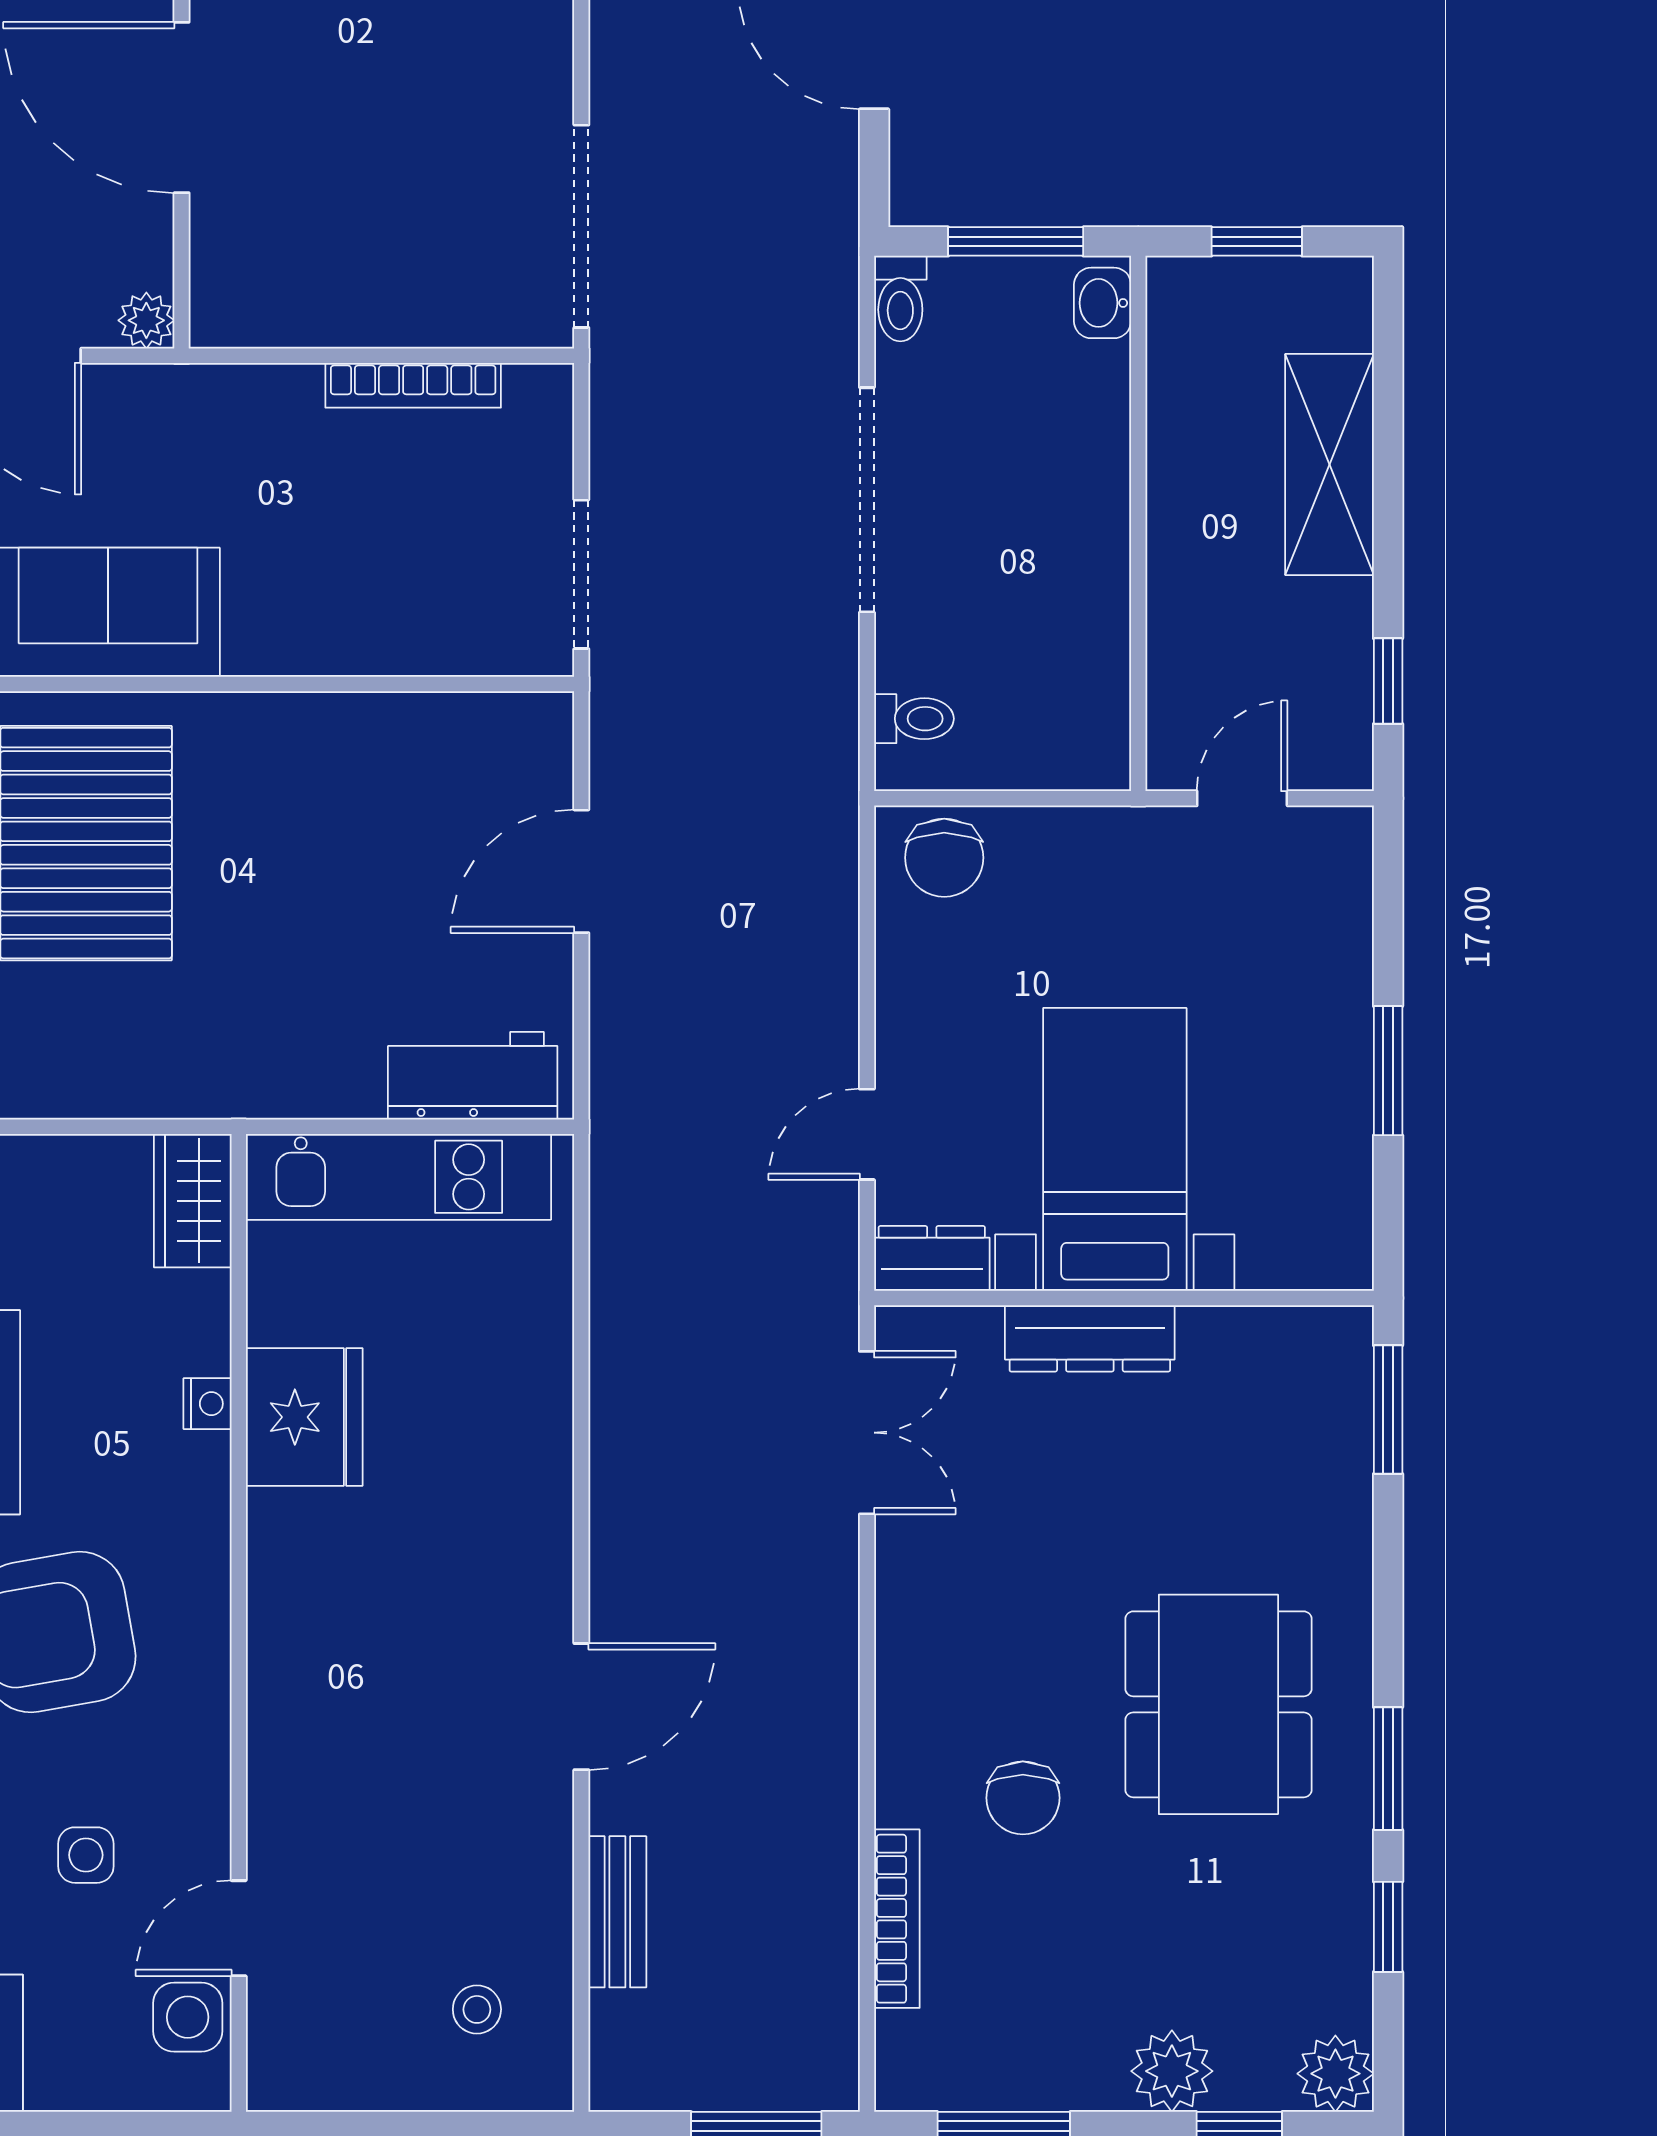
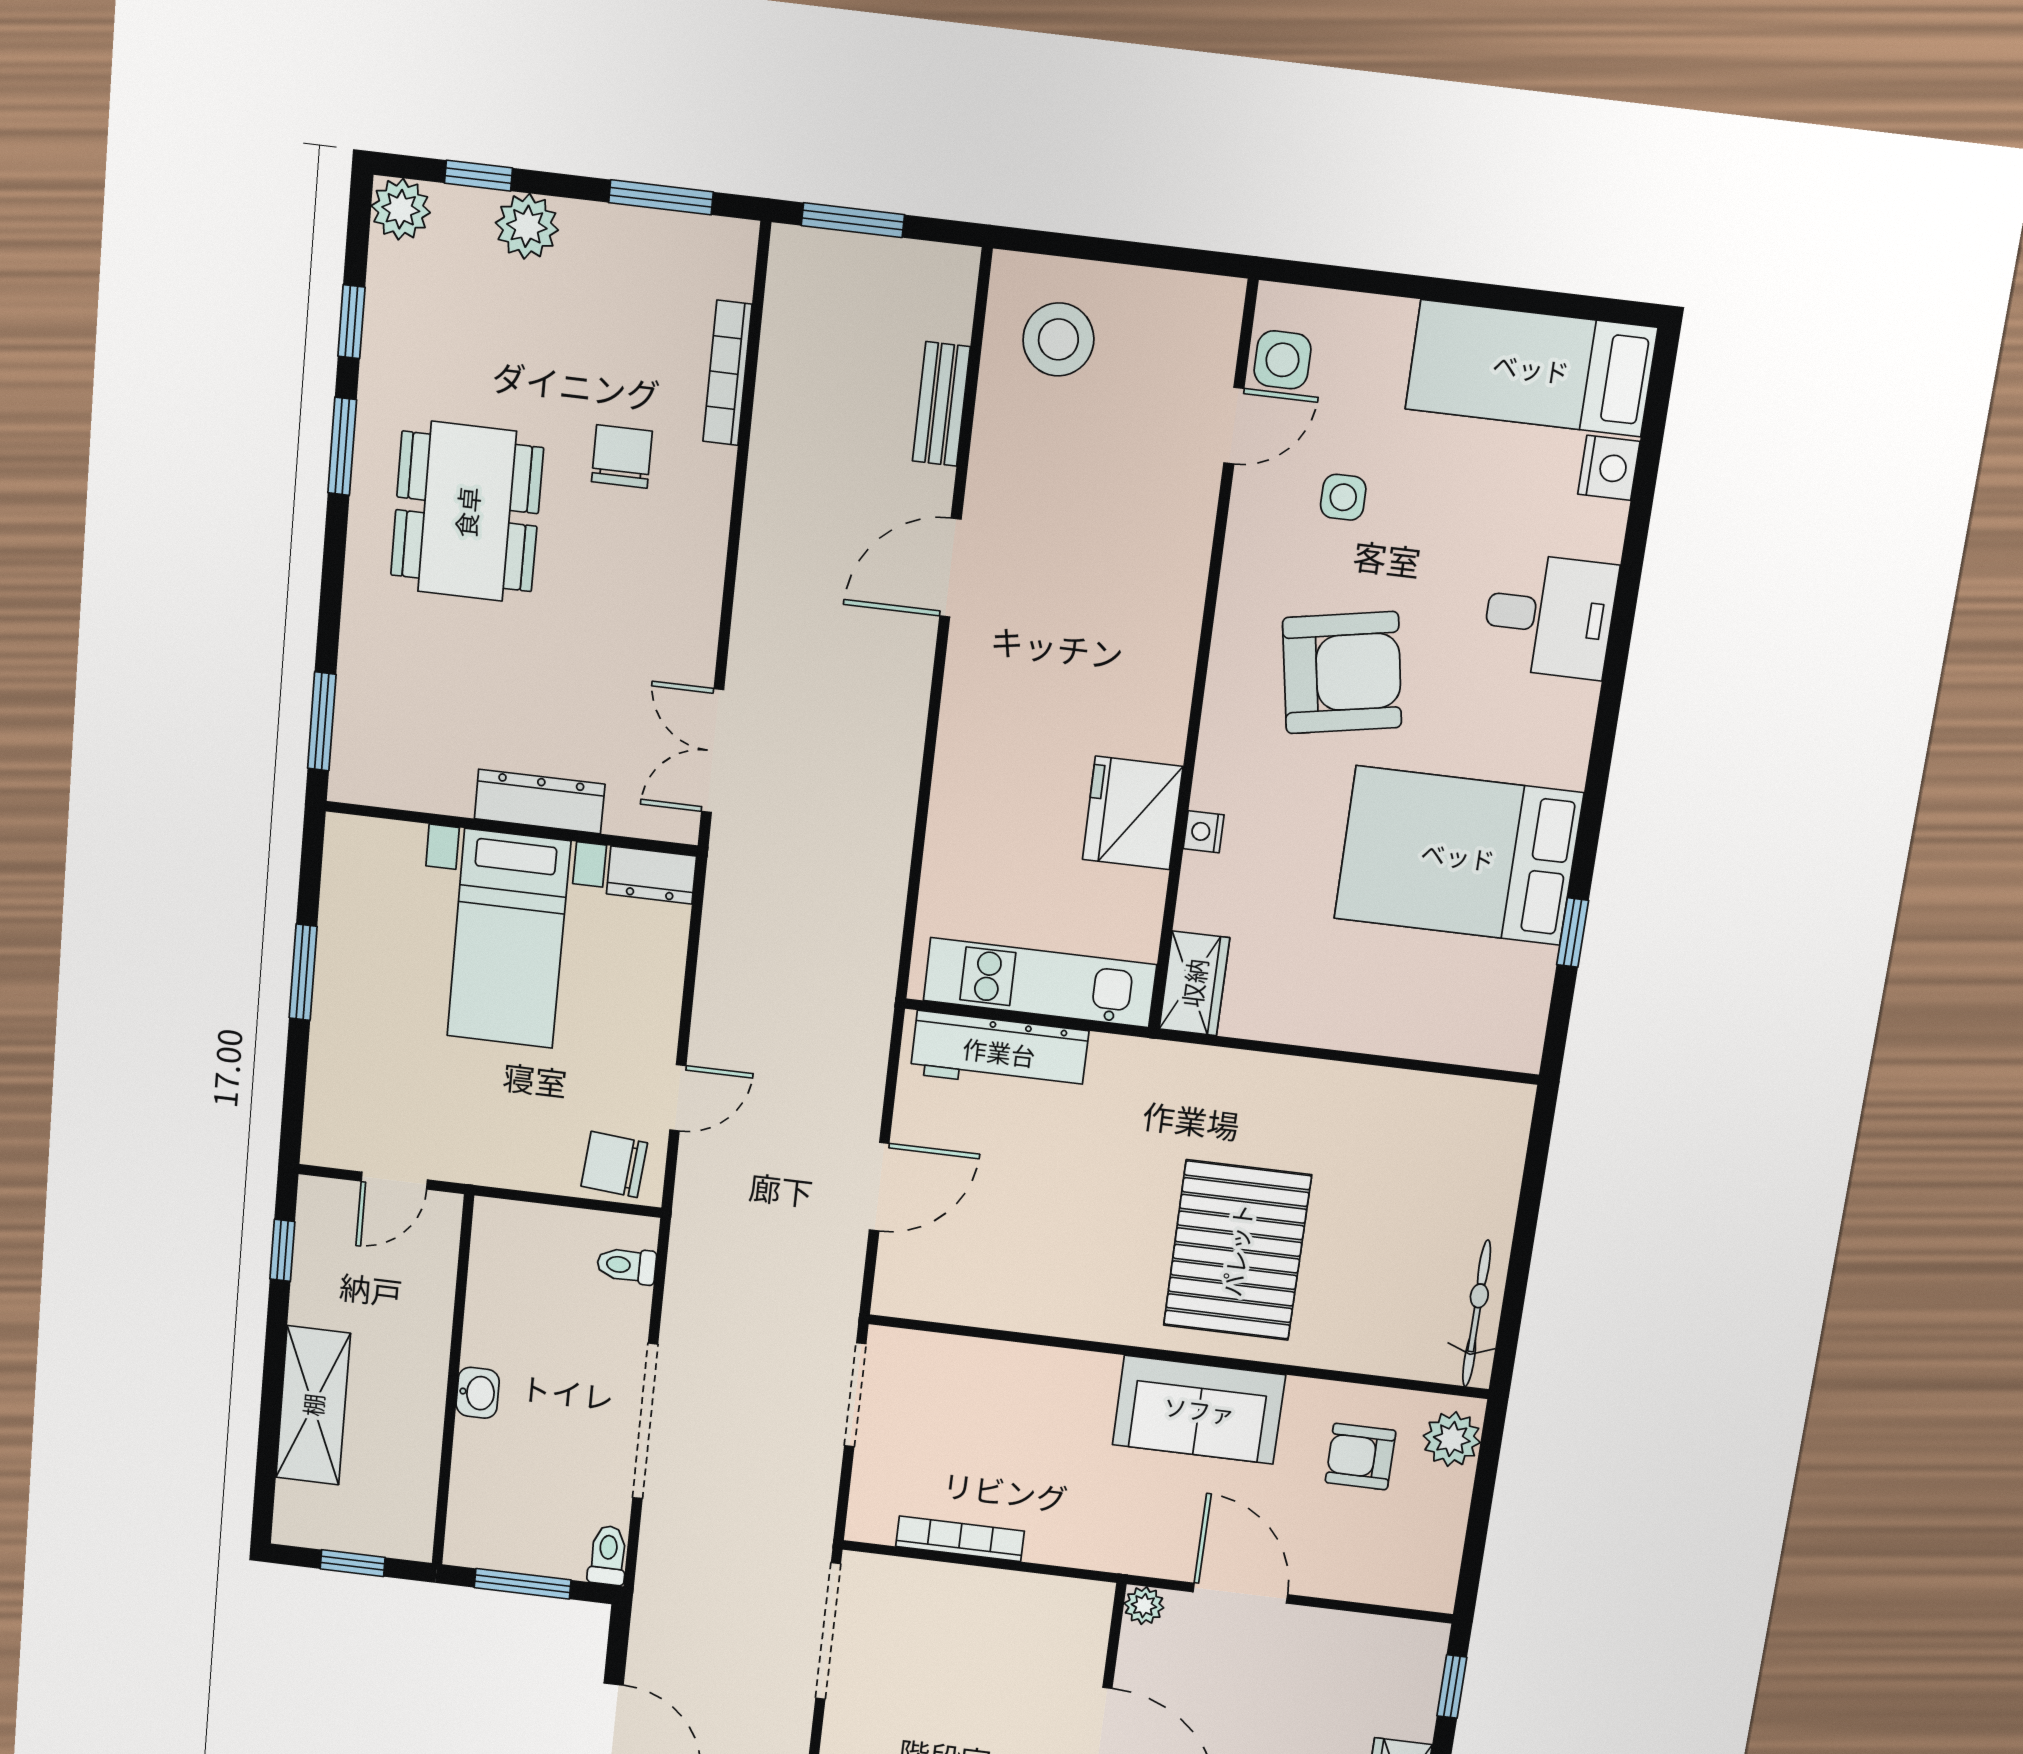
washbasin: (1103, 303) -> (478, 1393), moved
chair: (944, 858) -> (614, 1165), turned -85
workbench: (473, 1076) -> (999, 1052), width x1.38
door: (867, 1134) -> (678, 1098), moved
stool: (477, 2009) -> (1058, 339), width x1.89, depth x1.89

